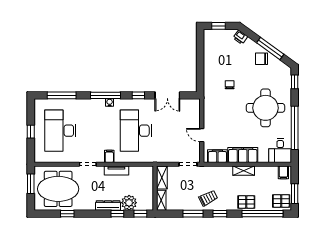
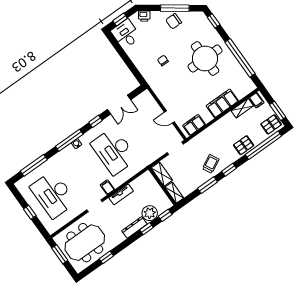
desk: (280, 151) -> (126, 34), moved, turned 180
filing cabinet: (243, 155) -> (222, 103), moved
shelving: (244, 171) -> (242, 108), moved

